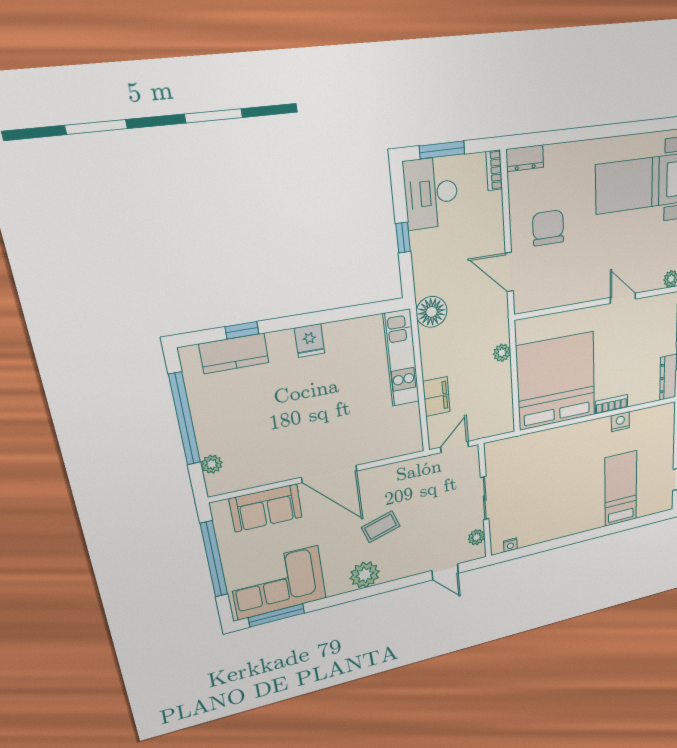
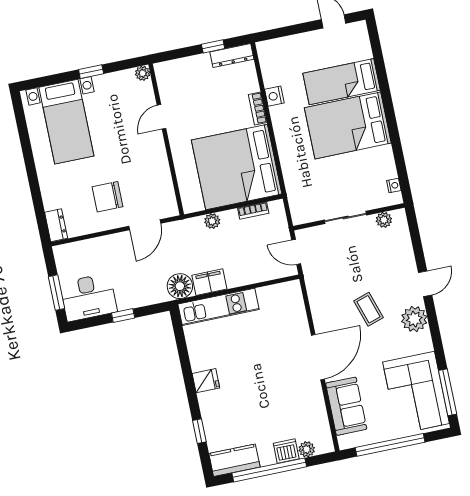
bookcase: (494, 170) -> (253, 211), moved
kitchen counter: (234, 353) -> (234, 460), moved, turned -90
filing cabinet: (436, 397) -> (209, 282), moved
dishwasher: (210, 440) -> (286, 451), added
bed: (578, 497) -> (348, 125), added
door: (445, 572) -> (425, 284), moved

